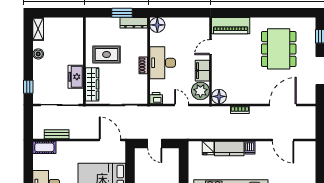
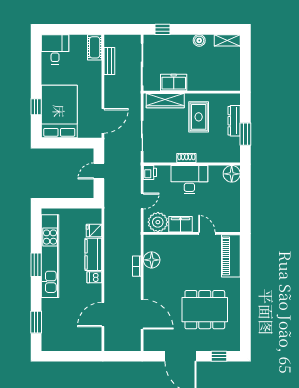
dresser: (134, 23) -> (234, 121), moved
floor lamp: (219, 96) -> (152, 260), moved

